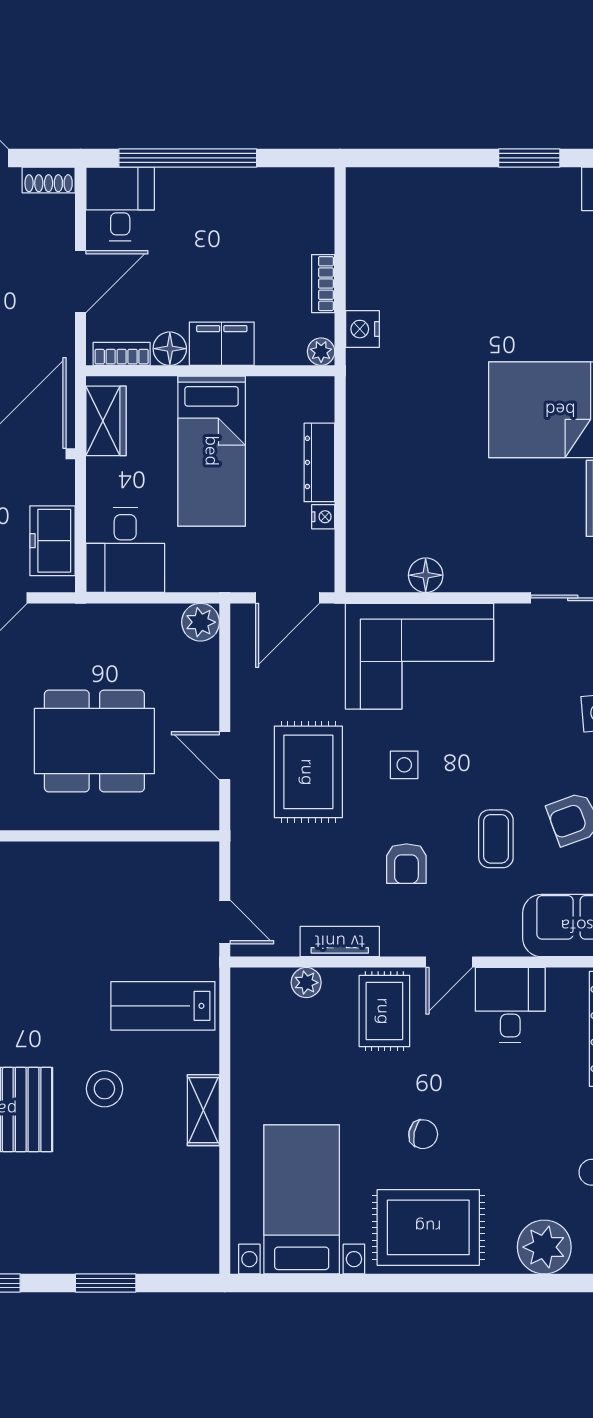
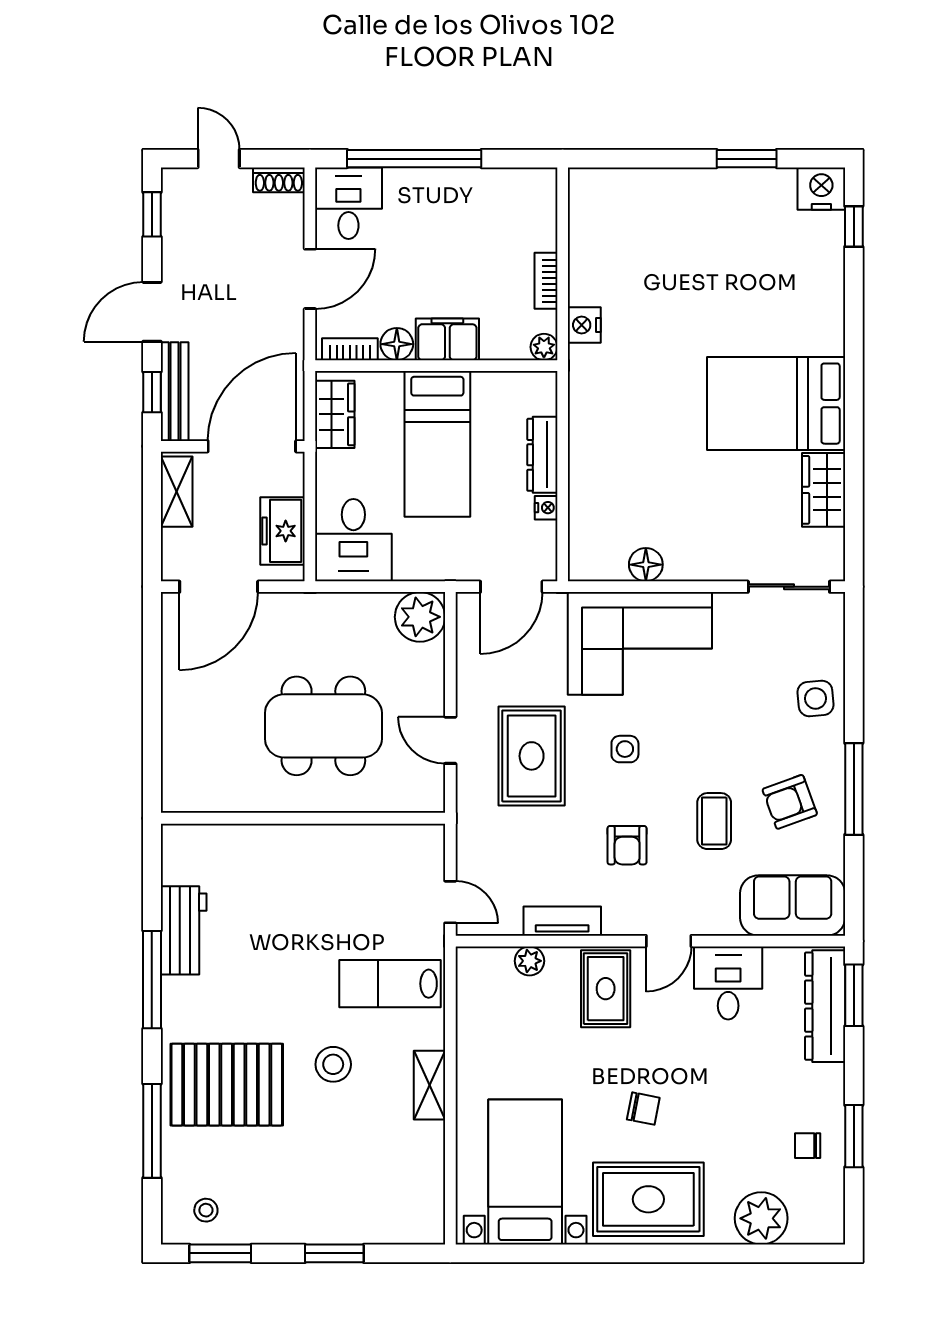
plant: (200, 622) -> (420, 617), width x1.36, depth x1.36

